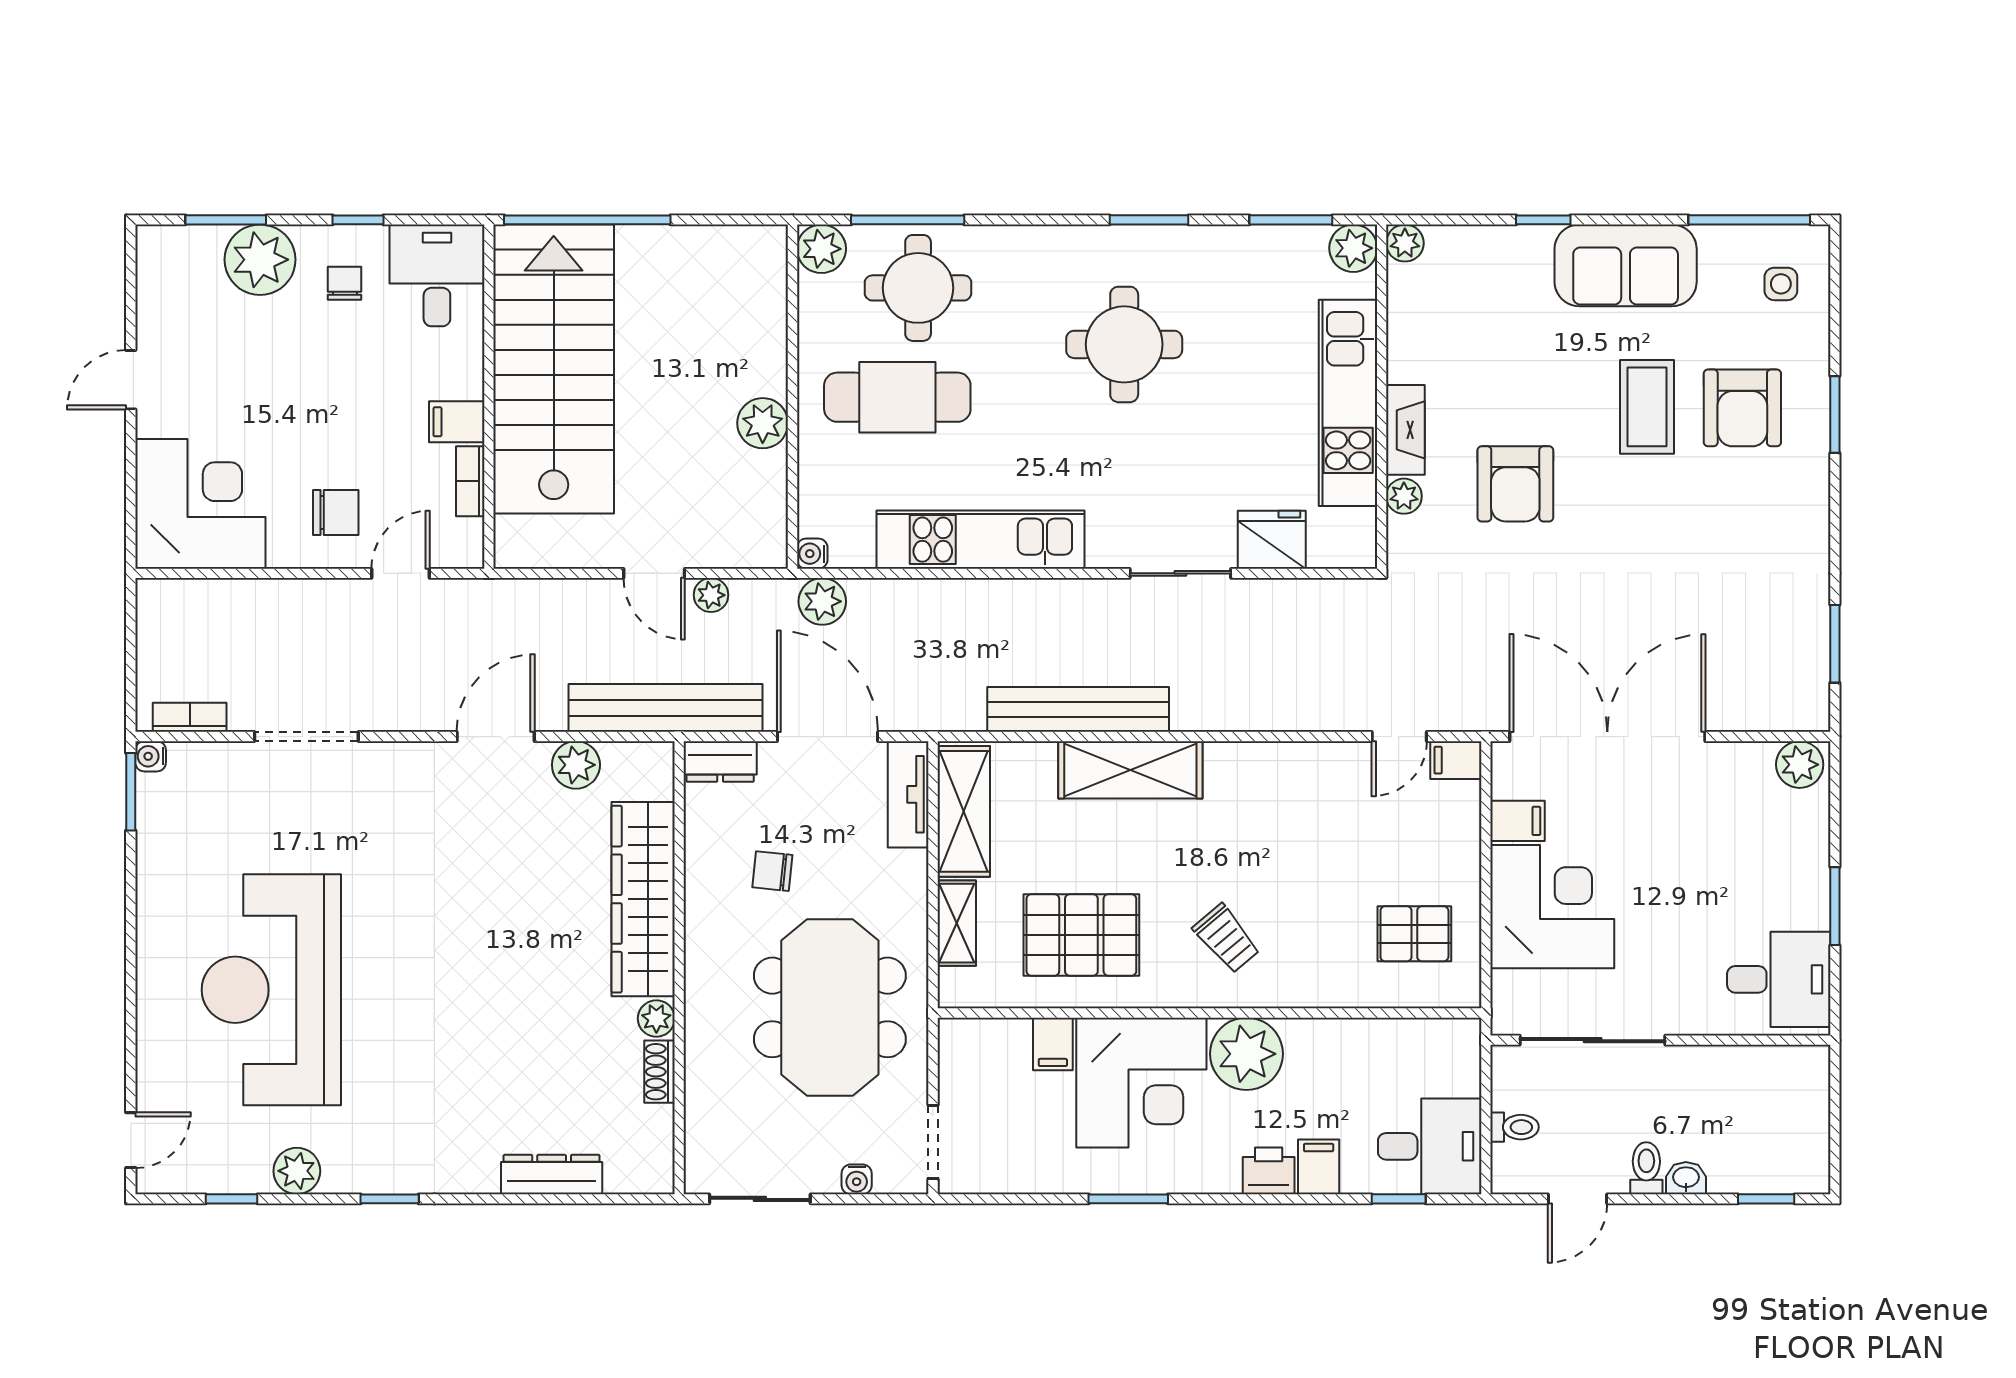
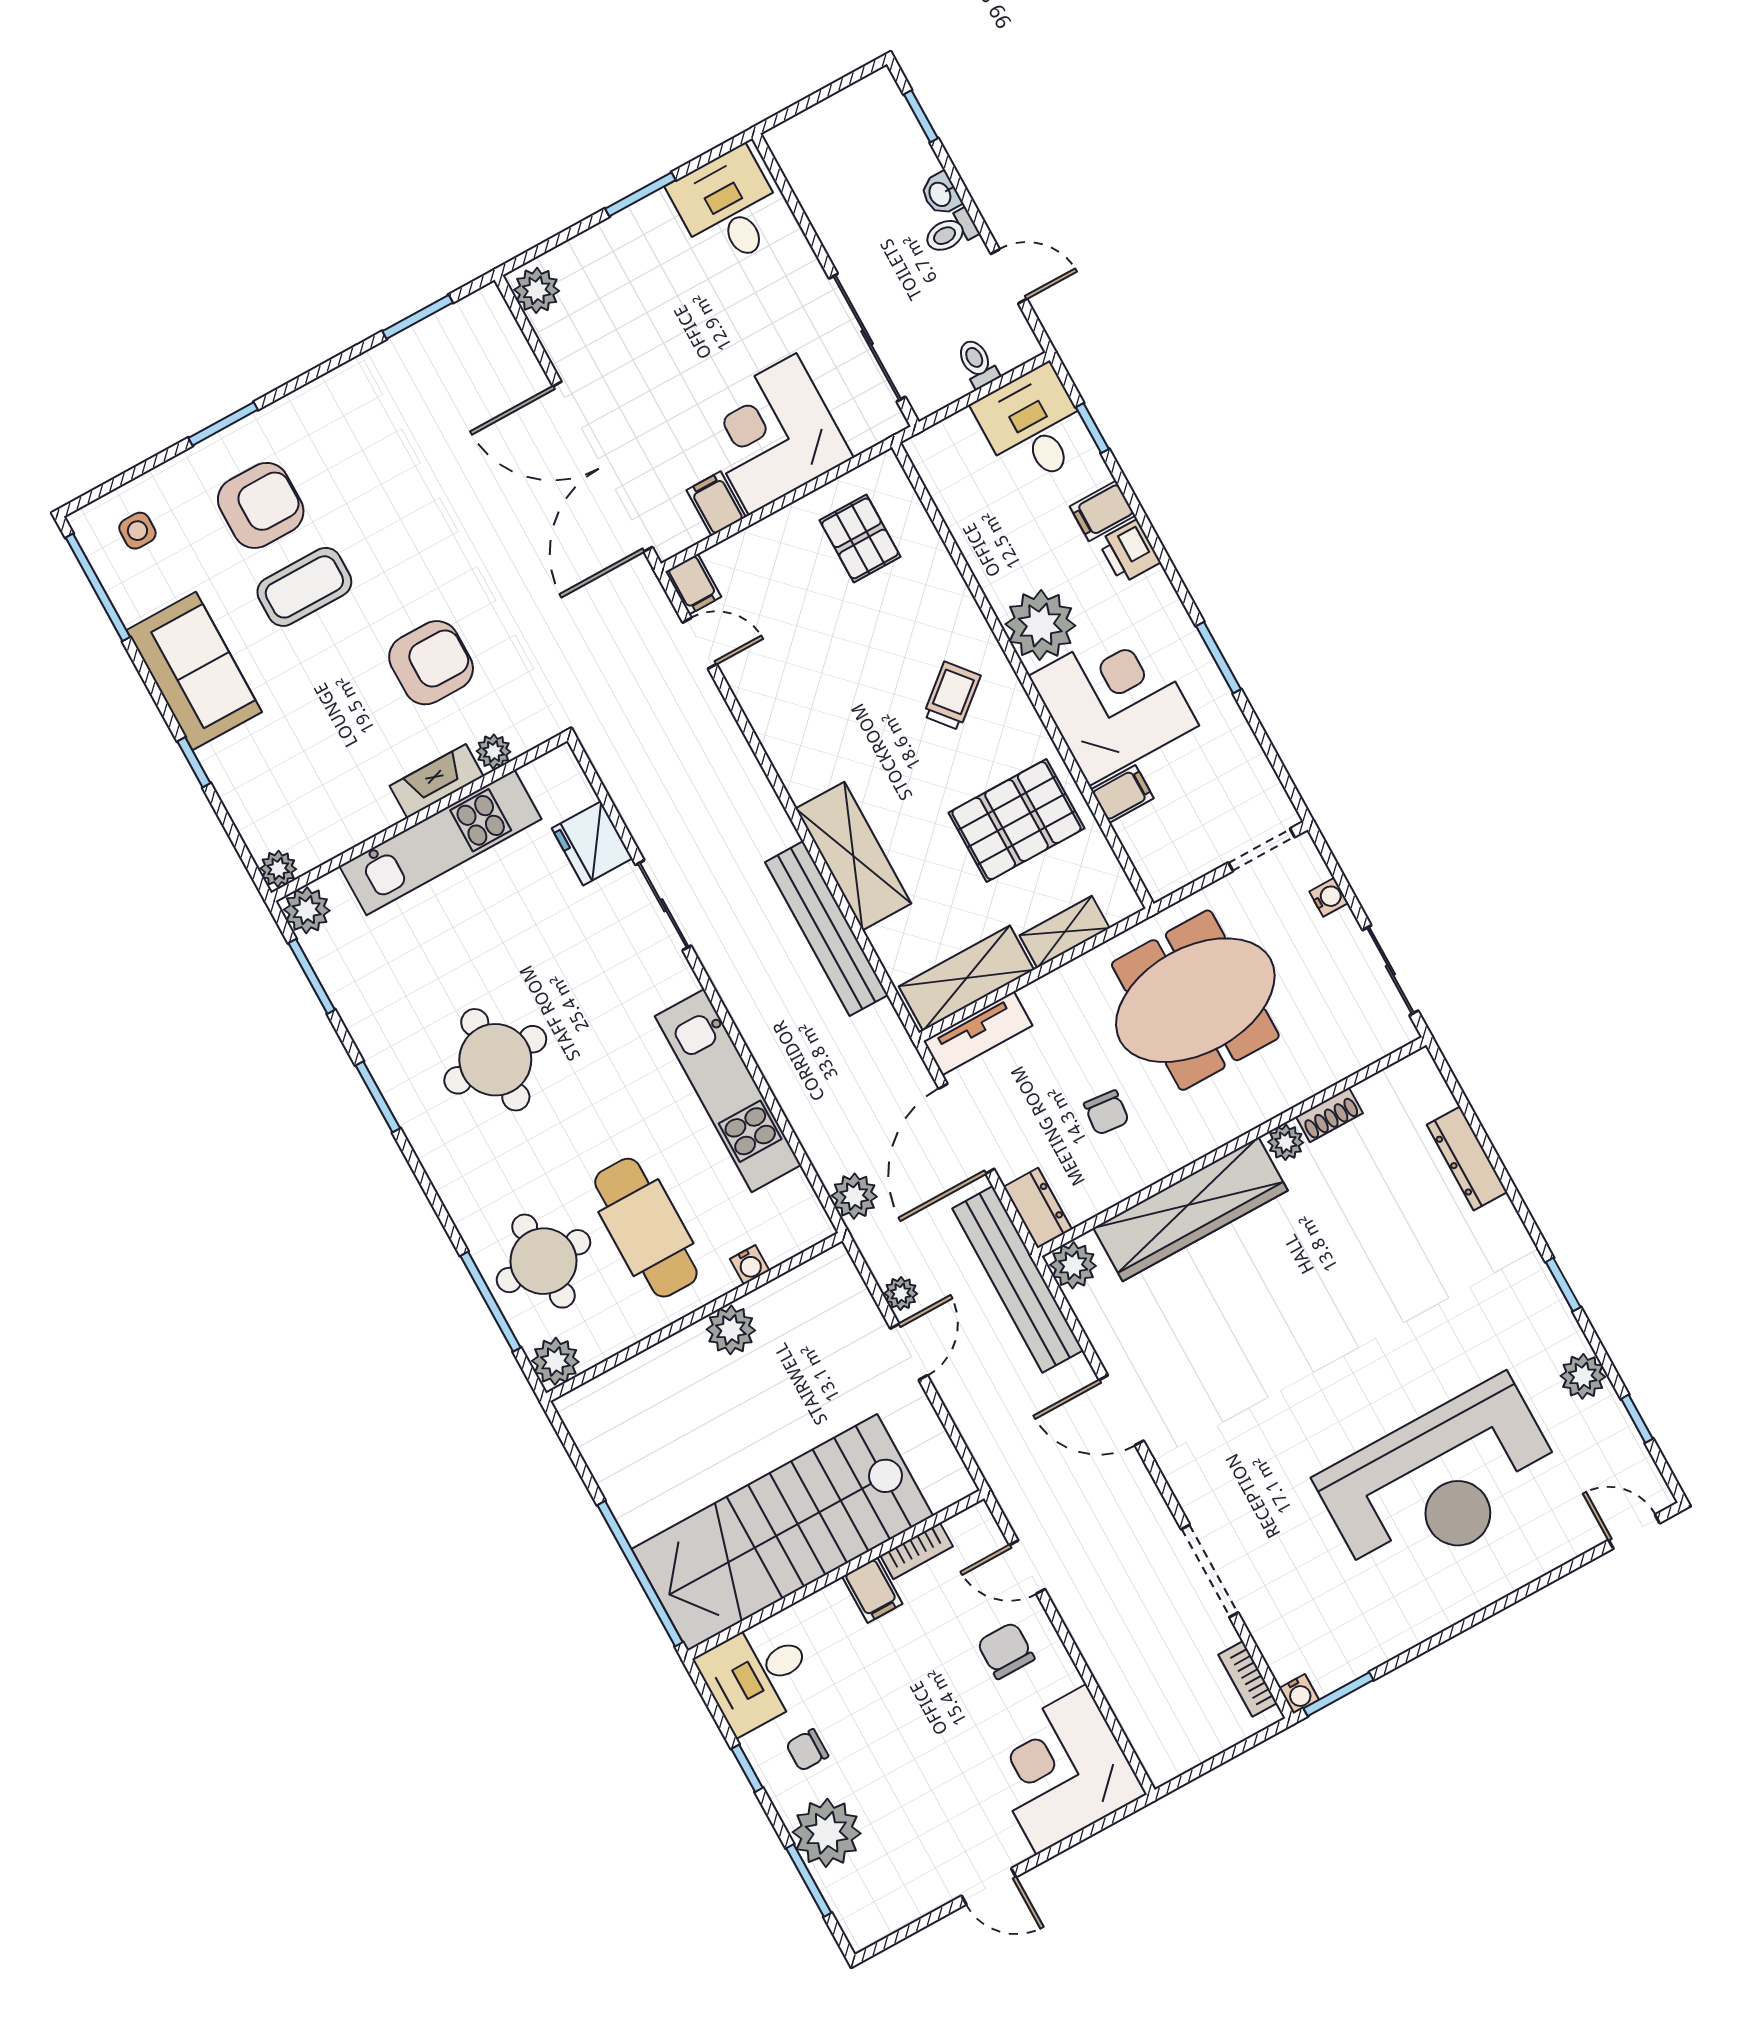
water cooler: (812, 554) -> (750, 1265), moved
plant: (576, 765) -> (1073, 1265), moved
pallet: (1081, 935) -> (1016, 821), turned 90

